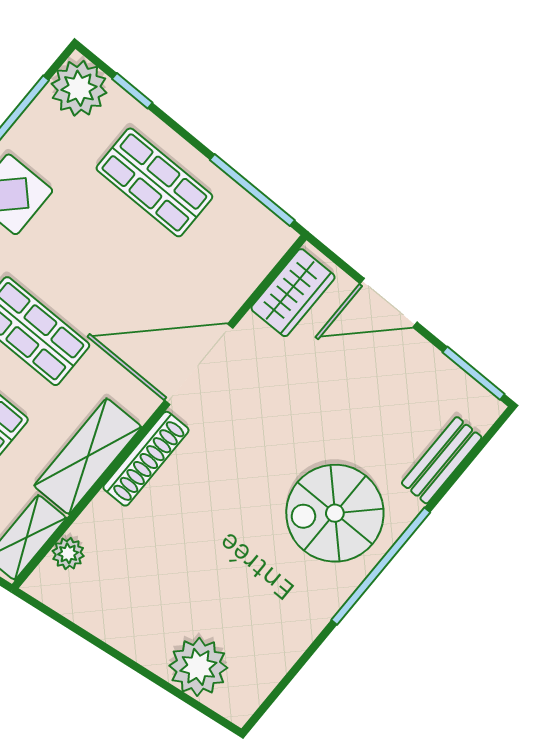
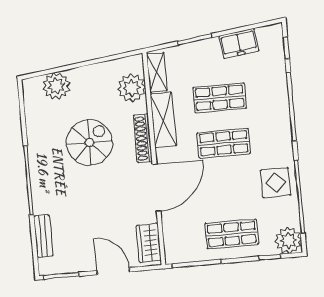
door: (389, 303) -> (113, 271), hinge flipped
spiral stairs: (335, 513) -> (89, 143), moved
plant: (68, 553) -> (132, 88), width x1.87, depth x1.87

